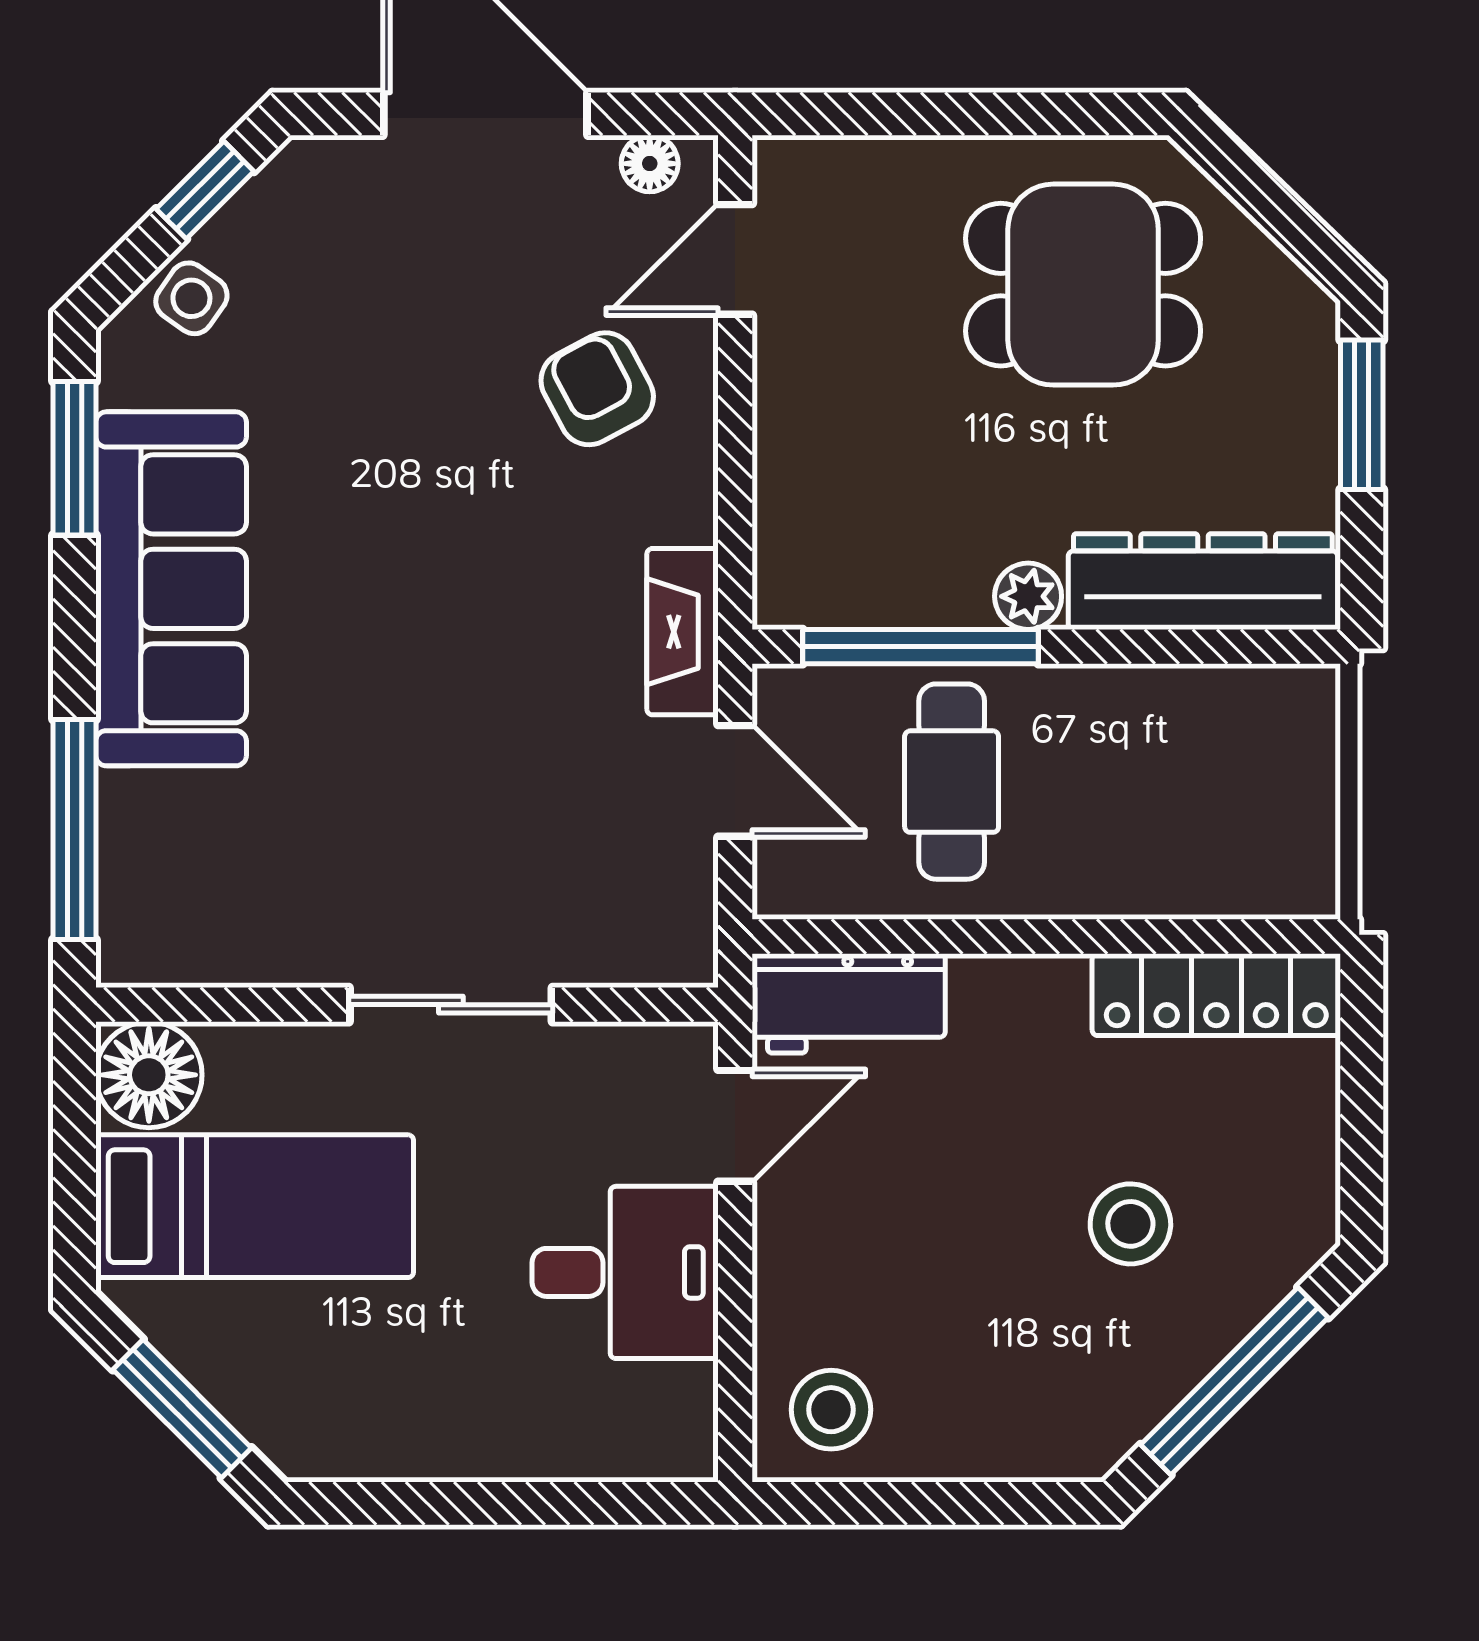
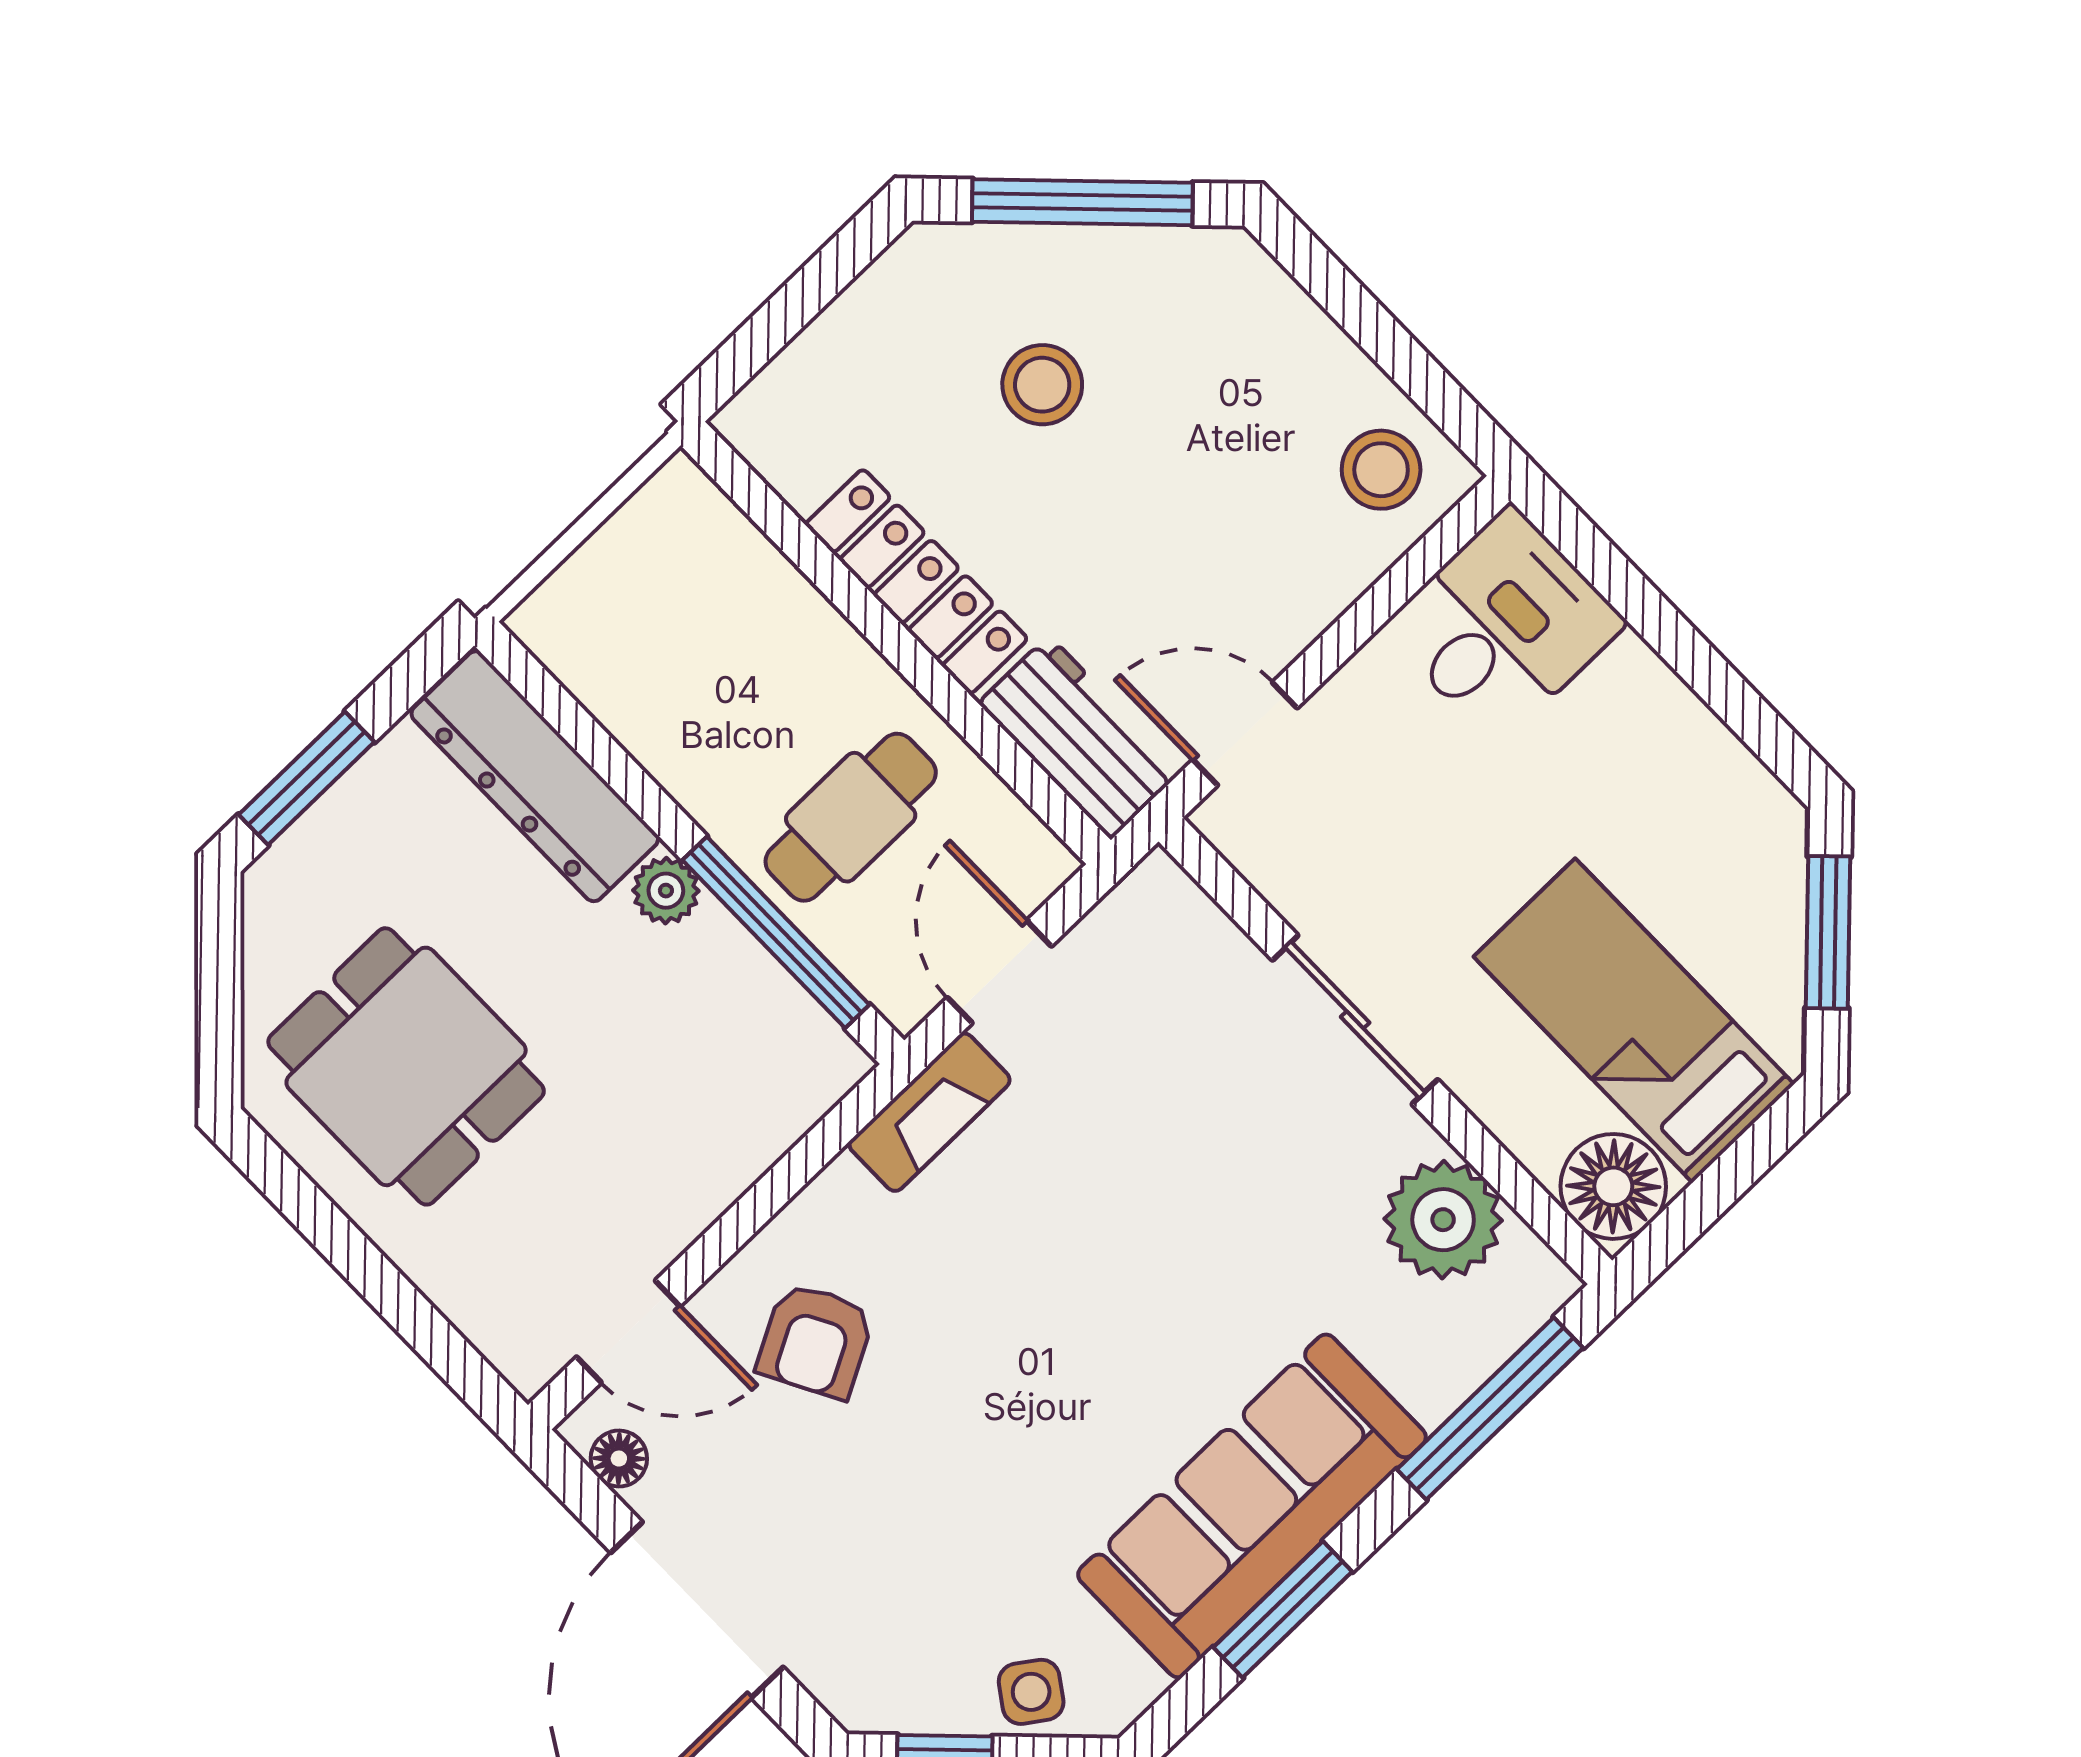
window: (74, 458) -> (1283, 1609), moved
plant: (244, 928) -> (1443, 1220), added
locker: (1216, 995) -> (916, 582), moved
desk: (625, 1272) -> (1504, 626), moved, turned 90

